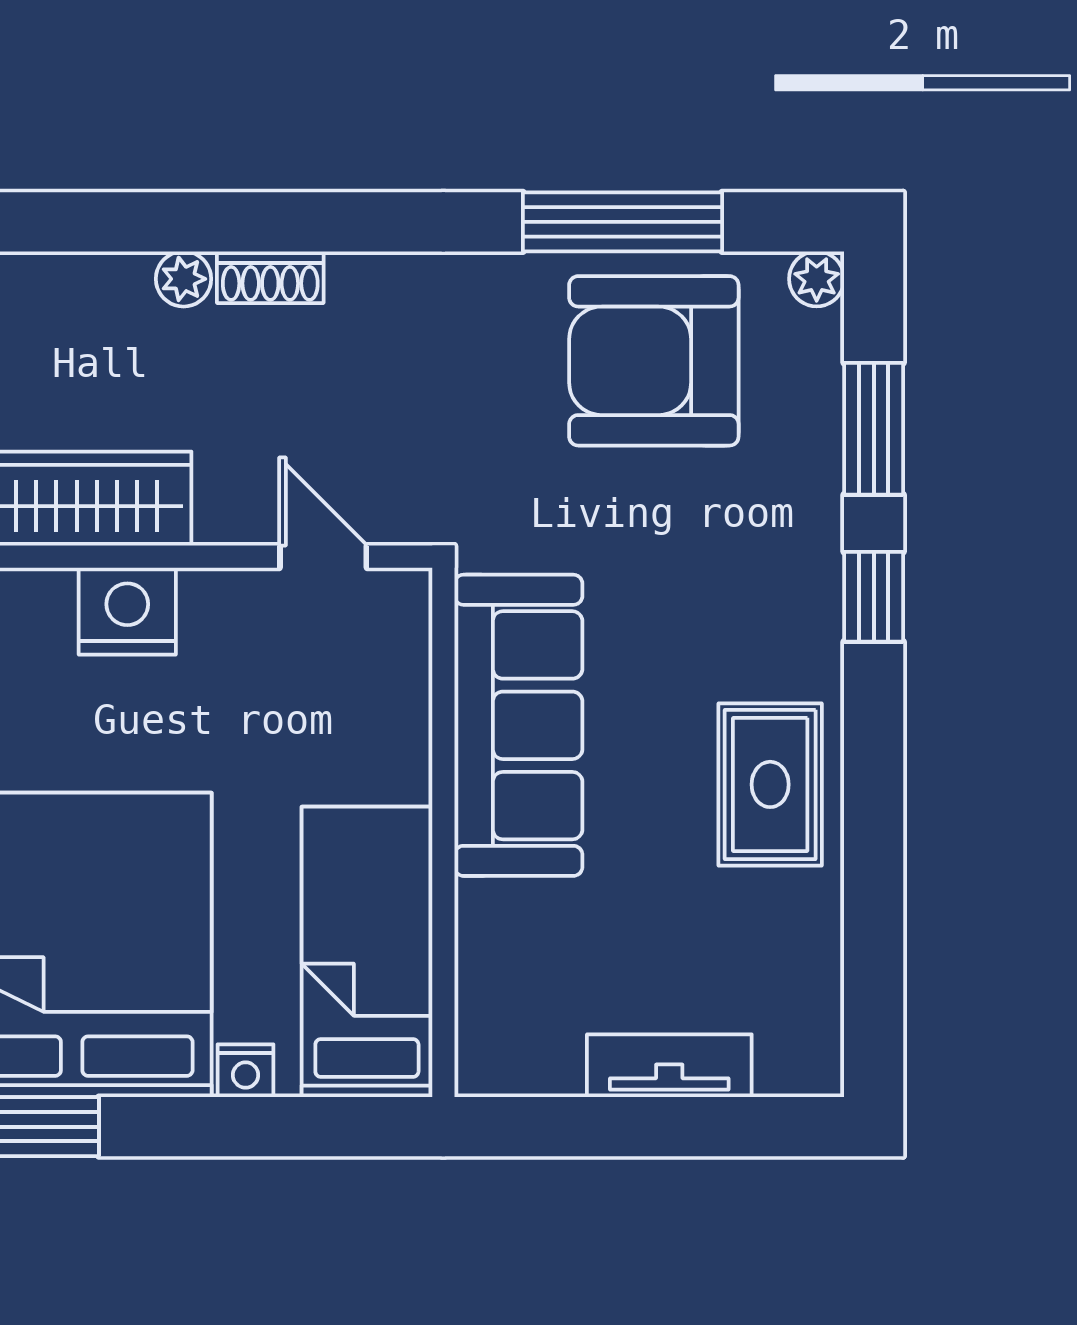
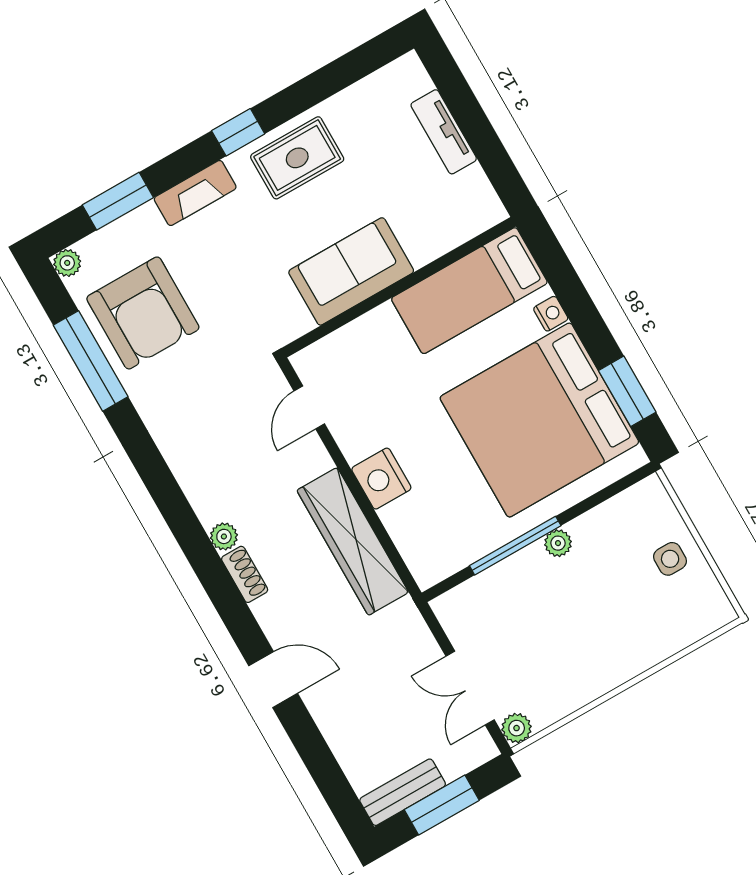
shoe rack: (270, 277) -> (245, 574), moved
fireplace: (811, 572) -> (195, 193), added
window: (874, 597) -> (238, 132), moved
sofa: (518, 725) -> (351, 271), width x0.73

